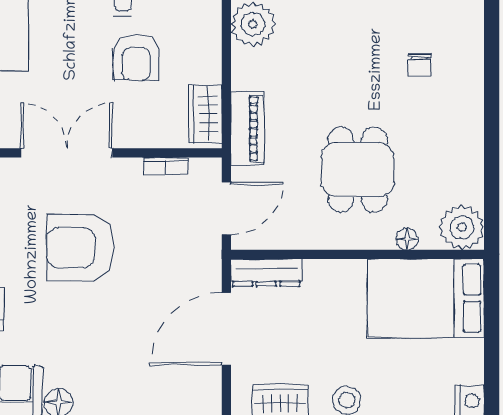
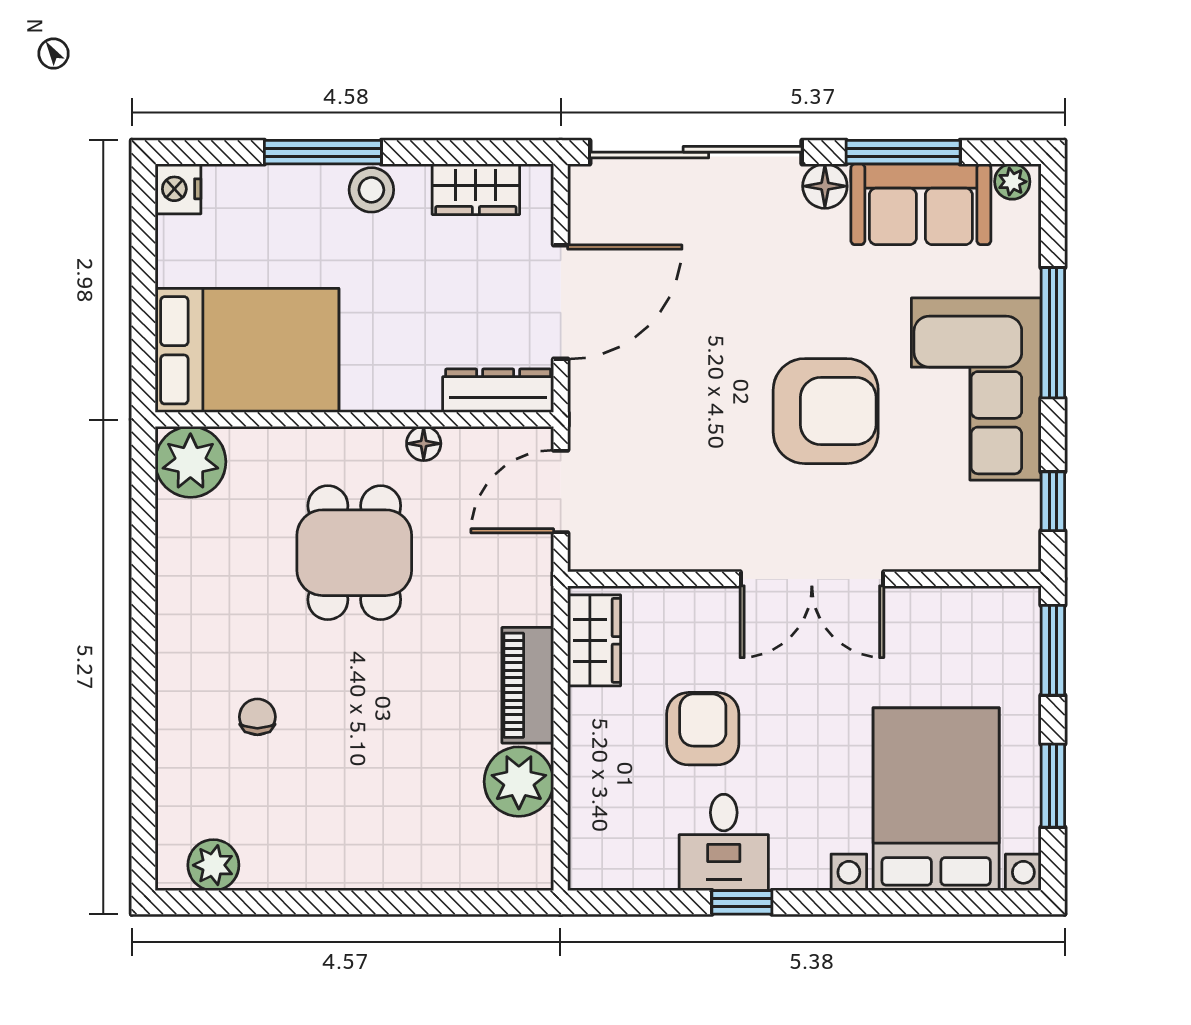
piano: (247, 129) -> (528, 685), moved
bookcase: (165, 166) -> (657, 558), removed
floor lamp: (407, 239) -> (424, 444), moved
armchair: (80, 248) -> (826, 411), moved

